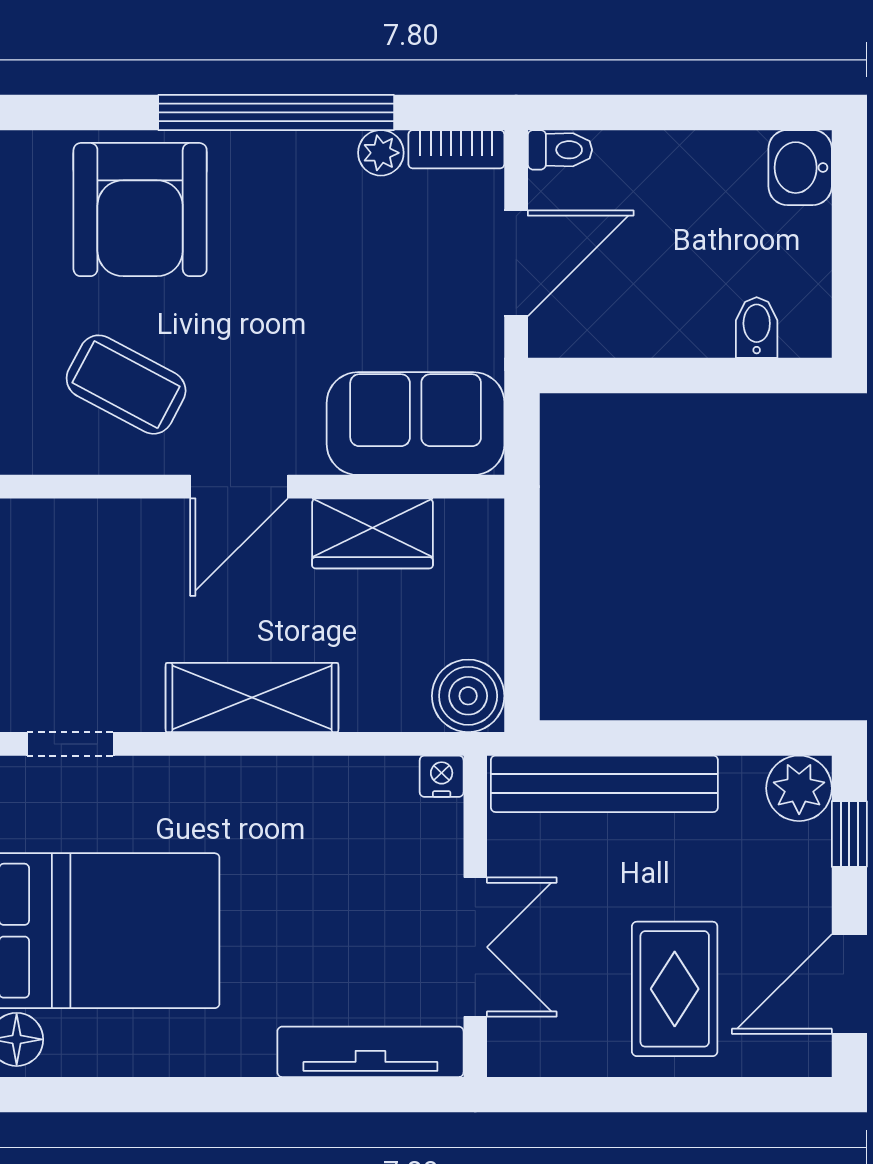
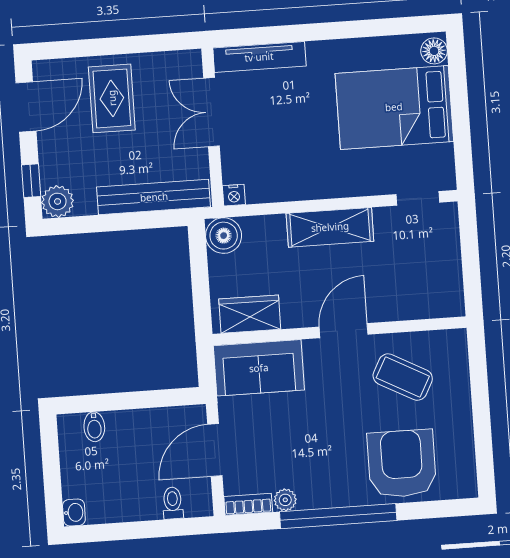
toilet: (560, 150) -> (173, 503), moved, turned 90
washbasin: (800, 168) -> (74, 512), width x0.72, depth x0.69
wardrobe: (372, 533) -> (250, 314), moved

